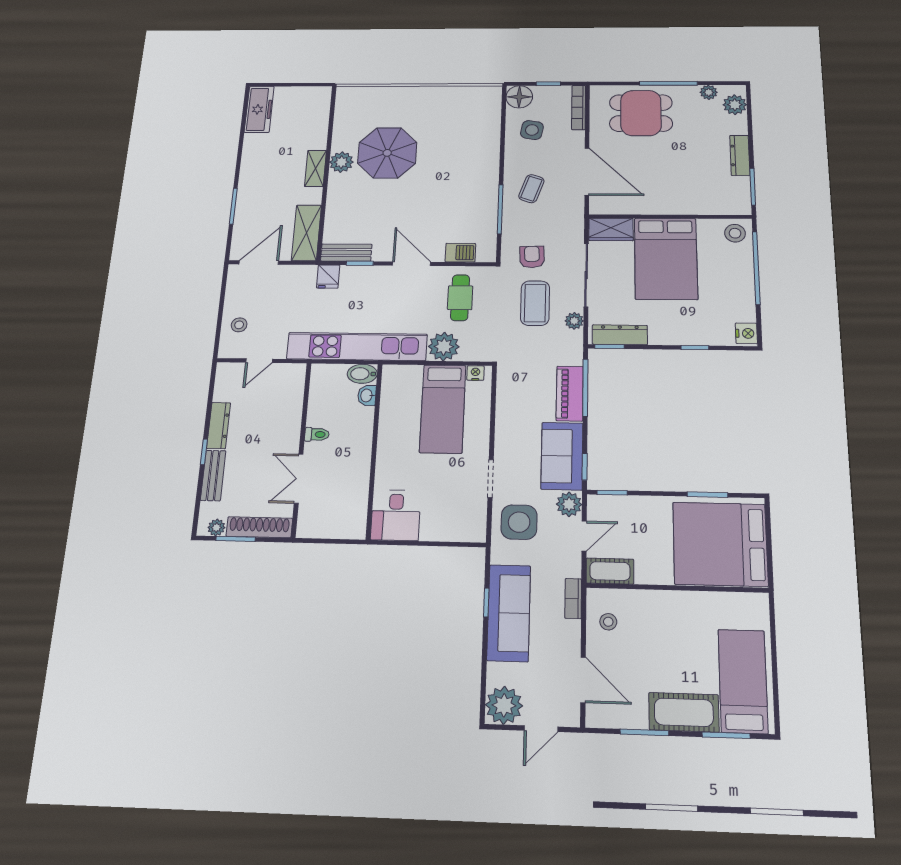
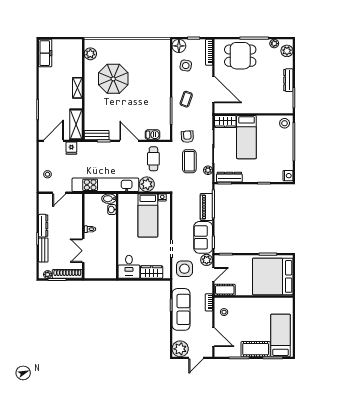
plant: (341, 162) -> (90, 54), moved
bed: (666, 259) -> (246, 137), width x0.67
fridge: (328, 277) -> (71, 148), moved
wardrobe: (445, 528) -> (152, 272), added

